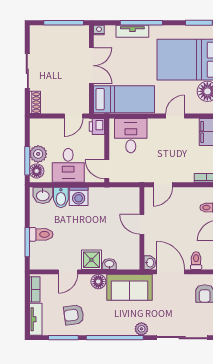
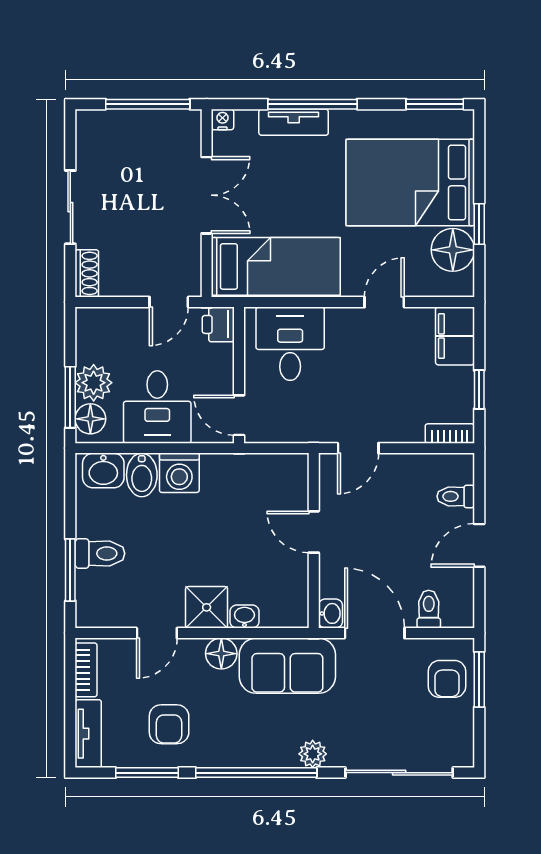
armchair: (74, 315) -> (169, 724), turned -82

